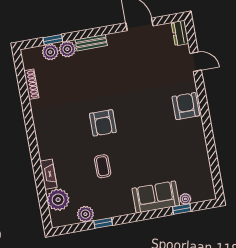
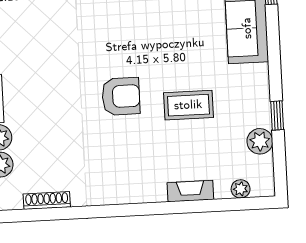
coffee table: (103, 166) -> (188, 105), width x1.36, depth x1.30
plant: (58, 200) -> (241, 189), width x0.53, depth x0.53

